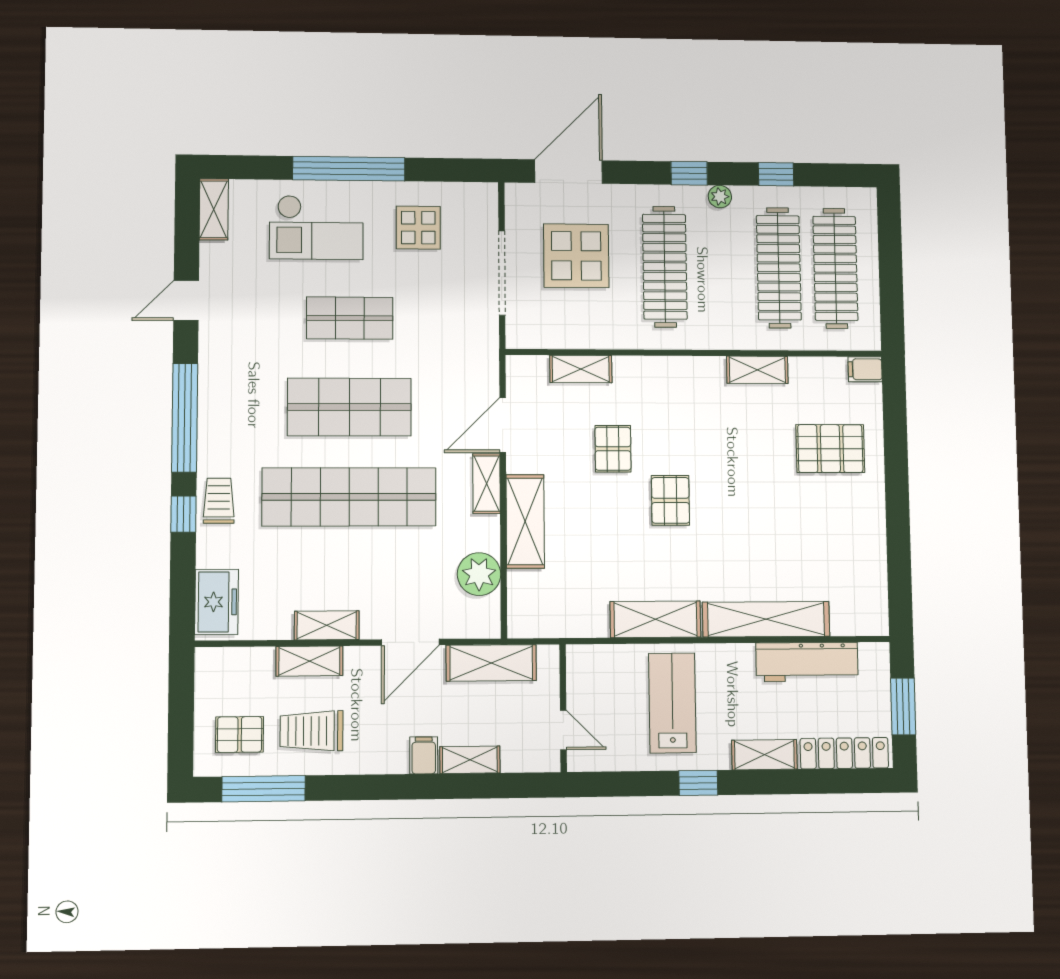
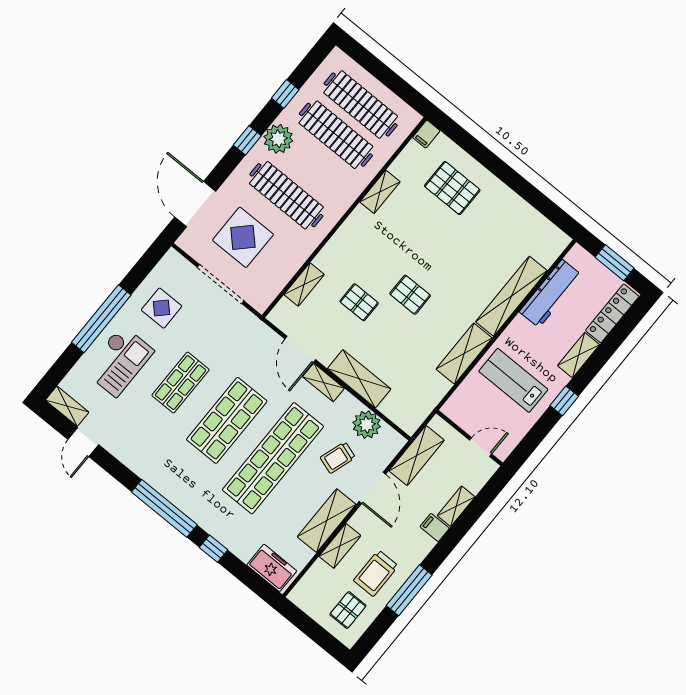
plant: (720, 197) -> (278, 139), width x1.87, depth x1.87
door: (186, 301) -> (83, 442), moved
pallet: (830, 449) -> (452, 188), turned 90
trolley: (219, 501) -> (338, 458), moved, turned -72
shelving: (327, 625) -> (327, 521), width x1.50, depth x1.33
window: (264, 789) -> (409, 590), moved

